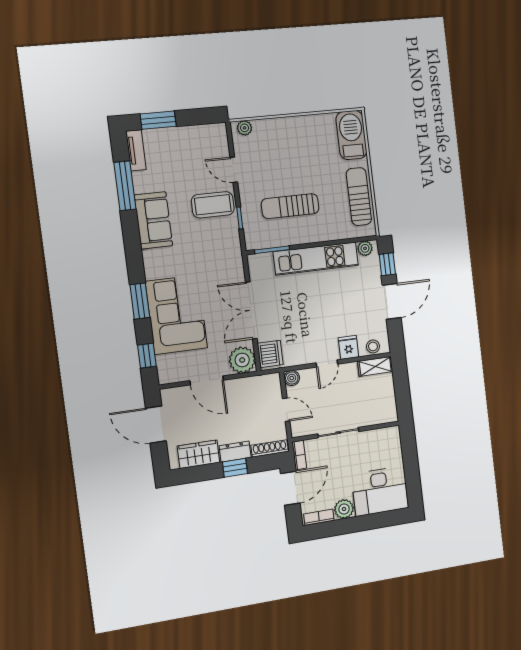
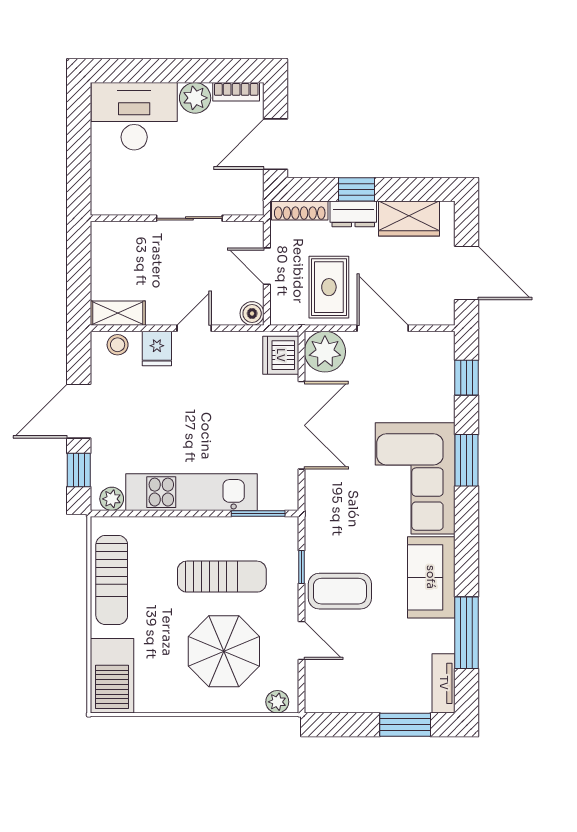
parasol: (283, 158) -> (224, 651), added
corner sofa: (176, 315) -> (415, 478), moved
rug: (245, 402) -> (329, 287), added
bookcase: (299, 455) -> (255, 193), removed

